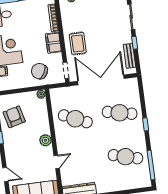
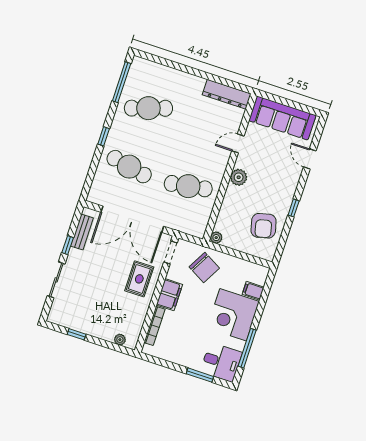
cafe table: (75, 119) -> (188, 186), turned -33
cafe table: (125, 157) -> (148, 108), turned -33

